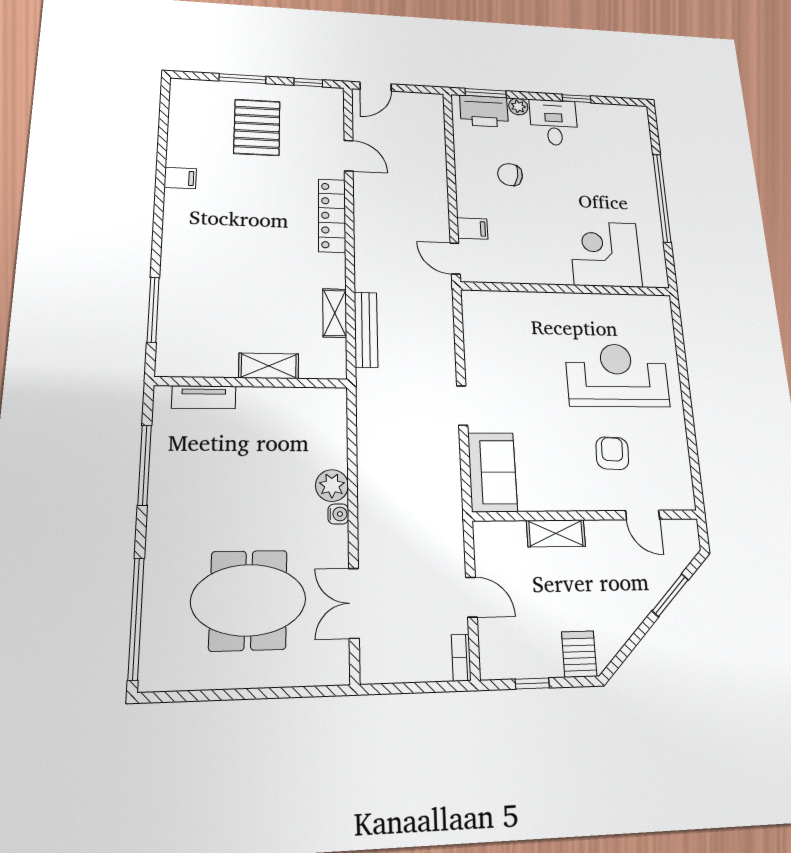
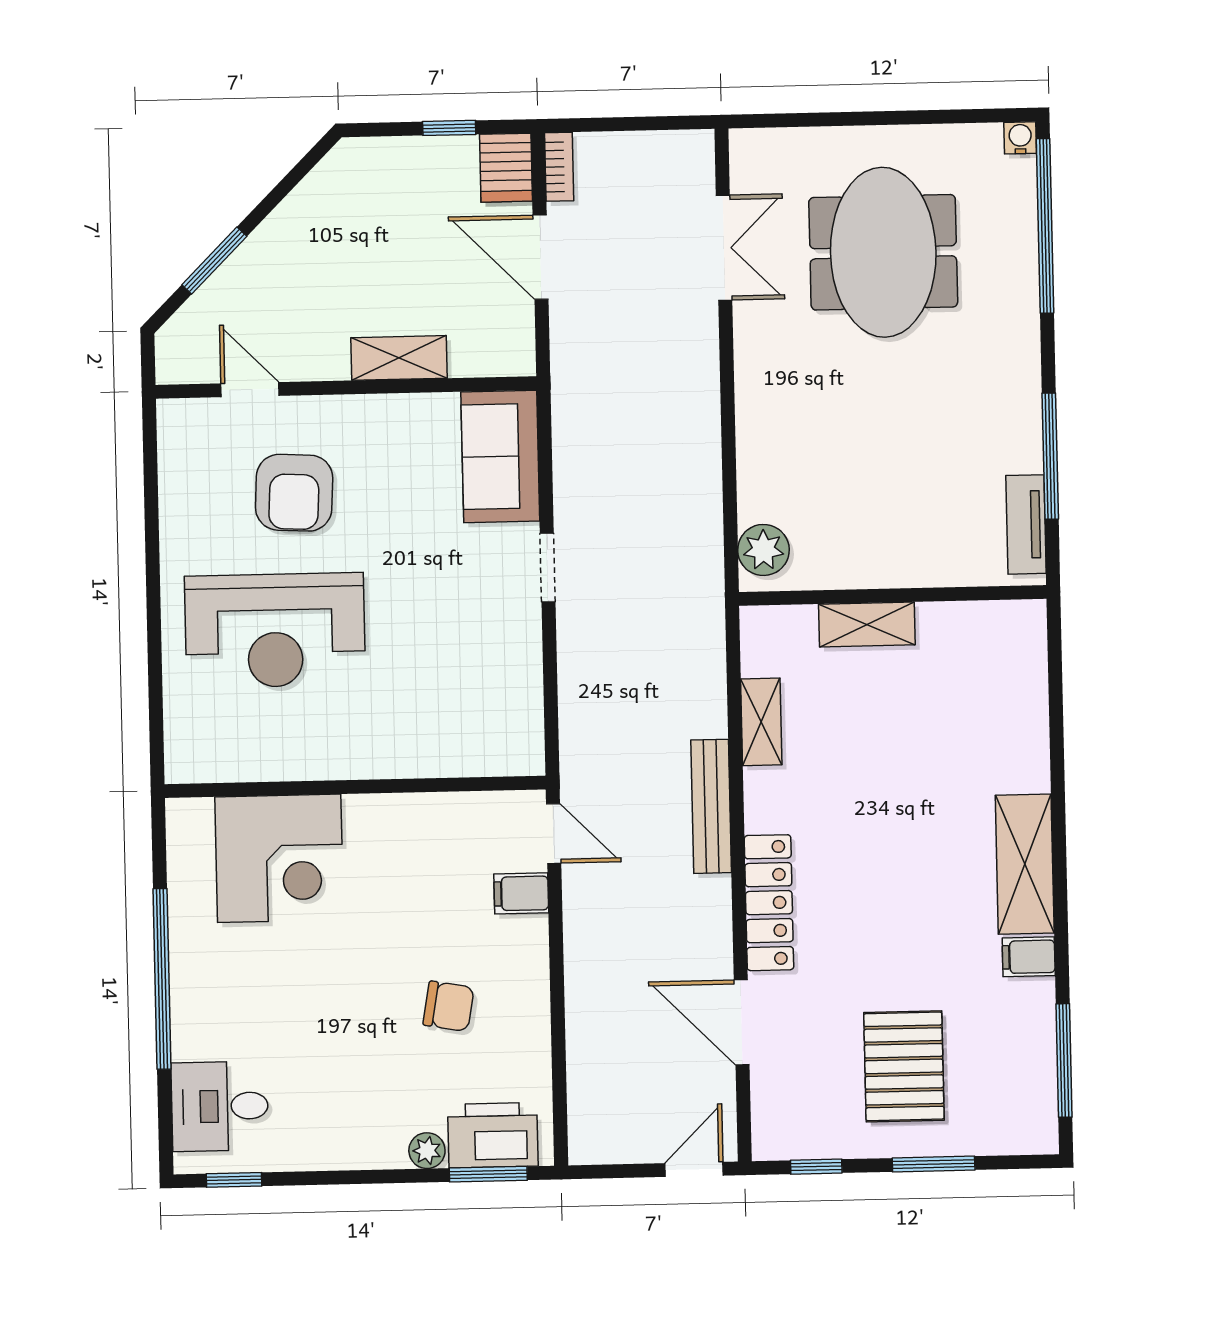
window: (577, 99) -> (234, 1180), moved
desk: (554, 122) -> (220, 1106), moved, turned 90
door: (349, 156) -> (742, 1022), width x1.38
shelving: (179, 227) -> (1025, 864), added
window: (153, 310) -> (1064, 1060), moved
bench: (366, 329) -> (711, 806), moved
tv unit: (204, 397) -> (1026, 524), moved, turned -90
armchair: (612, 453) -> (294, 493), width x1.38, depth x1.38
plant: (332, 486) -> (763, 550), moved
water cooler: (338, 514) -> (1020, 138), moved, turned 90
door: (471, 597) -> (541, 257), width x1.38
meeting table: (248, 600) -> (883, 252), turned 90
server rack: (579, 654) -> (506, 168), moved

